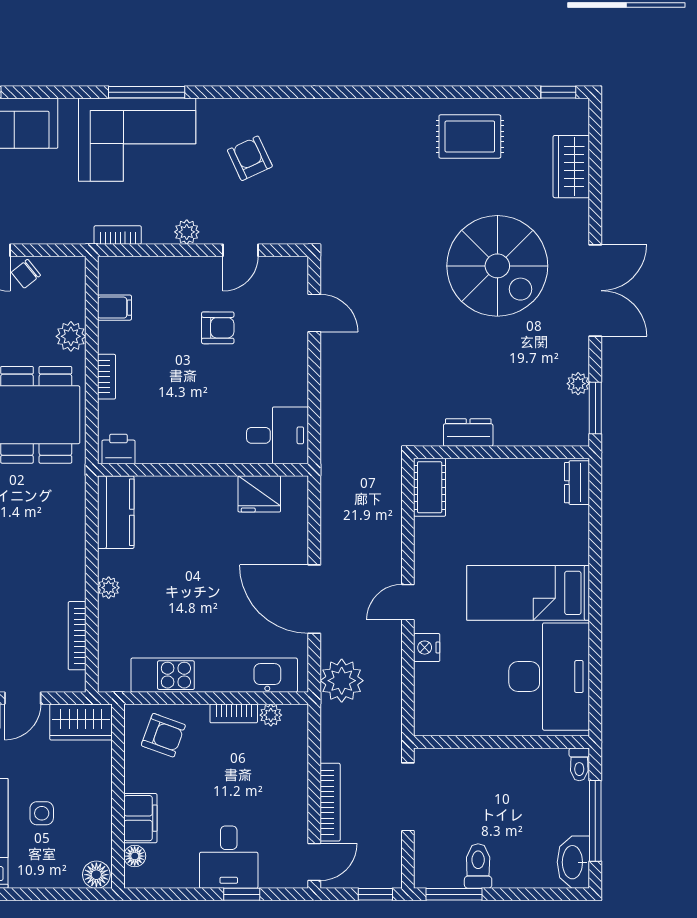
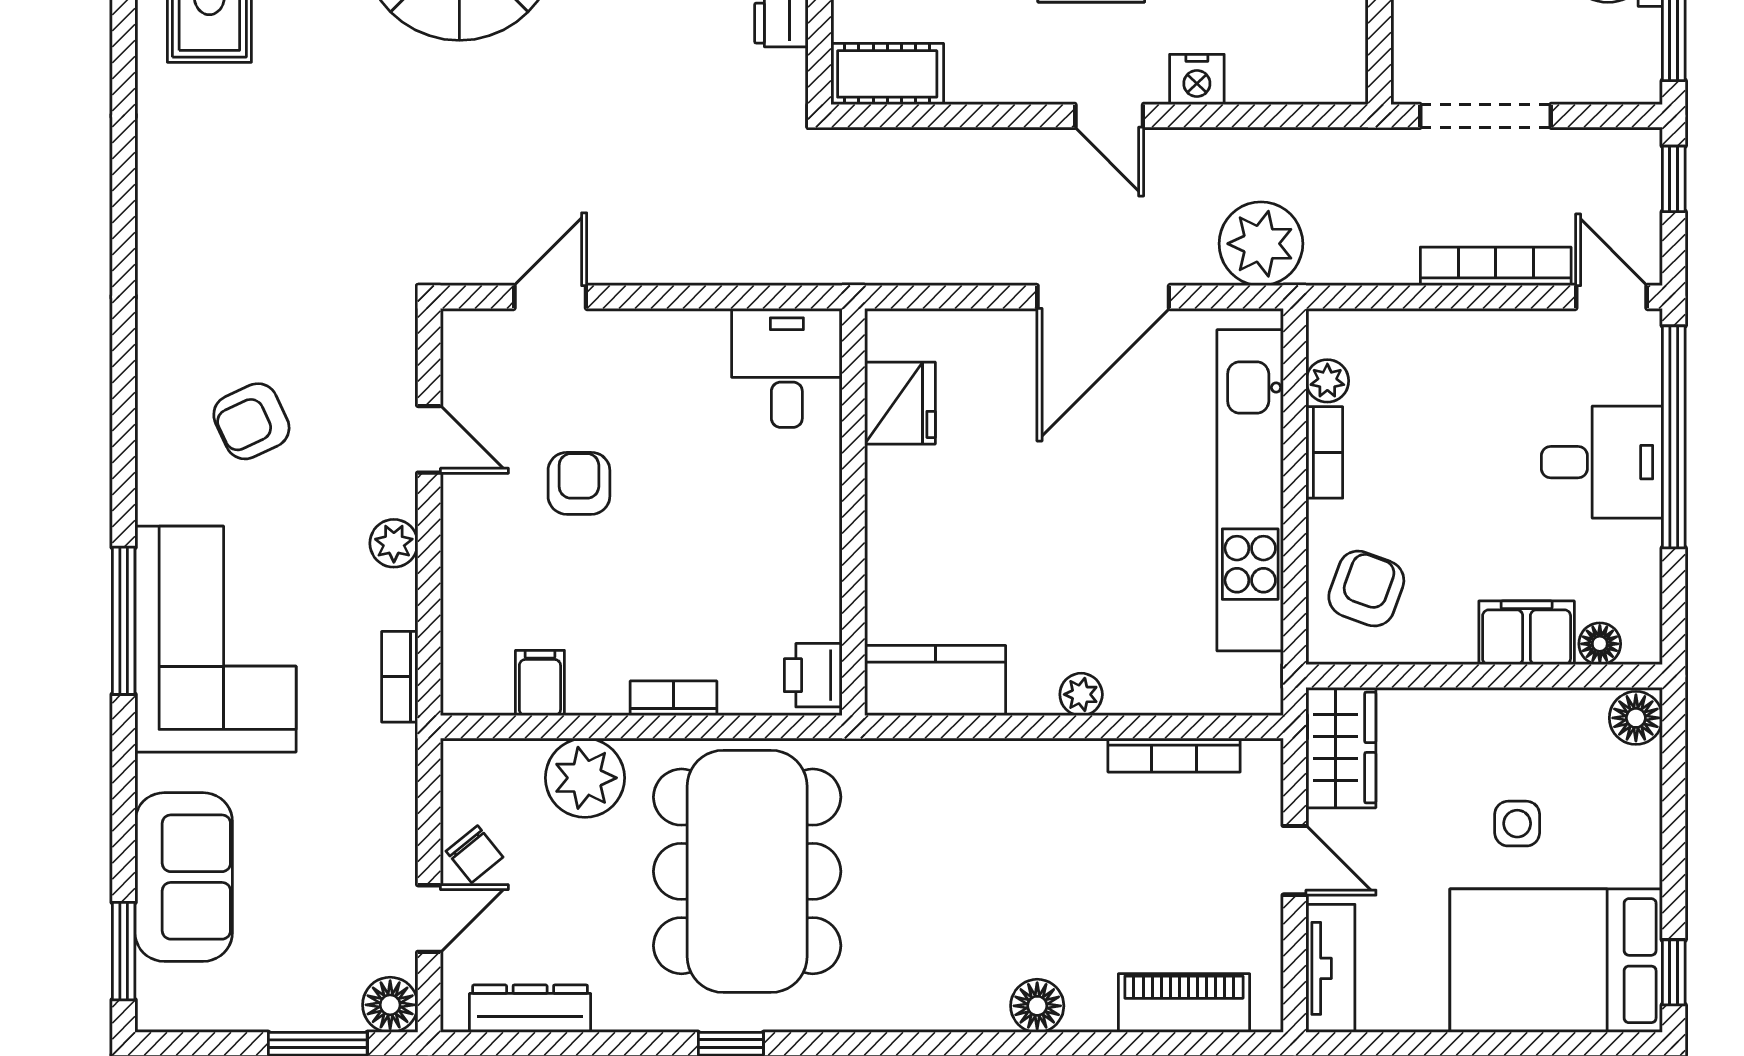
plant: (71, 336) -> (585, 778), width x1.36, depth x1.36
window: (242, 894) -> (1674, 437), width x3.17

